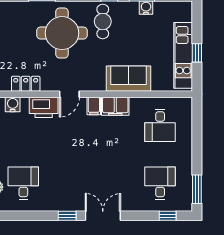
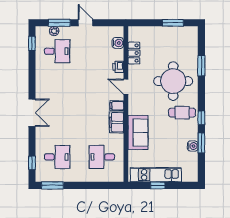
printer: (44, 107) -> (118, 67), width x0.53, depth x0.68
window: (67, 216) -> (32, 43), moved

